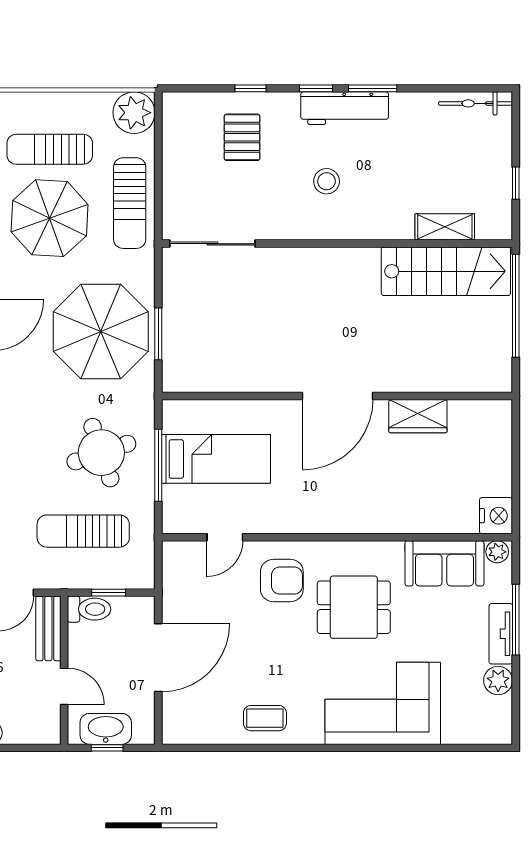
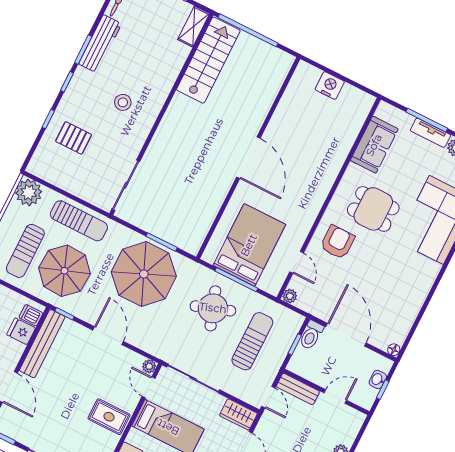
workbench: (345, 108) -> (100, 44), moved
shelving: (445, 227) -> (194, 26), moved
wardrobe: (418, 416) -> (283, 118), removed
bed: (216, 459) -> (249, 245), width x1.50
nightstand: (496, 516) -> (330, 85), moved
sun lounger: (83, 531) -> (252, 341), turned 180
plant: (497, 552) -> (290, 296), moved
dining table: (354, 607) -> (373, 209), turned 90
toilet: (89, 609) -> (311, 335), moved, turned 180
coffee table: (265, 718) -> (411, 291), removed
washbasin: (106, 729) -> (378, 379), width x0.52, depth x0.69
floor lamp: (171, 735) -> (394, 350), added

